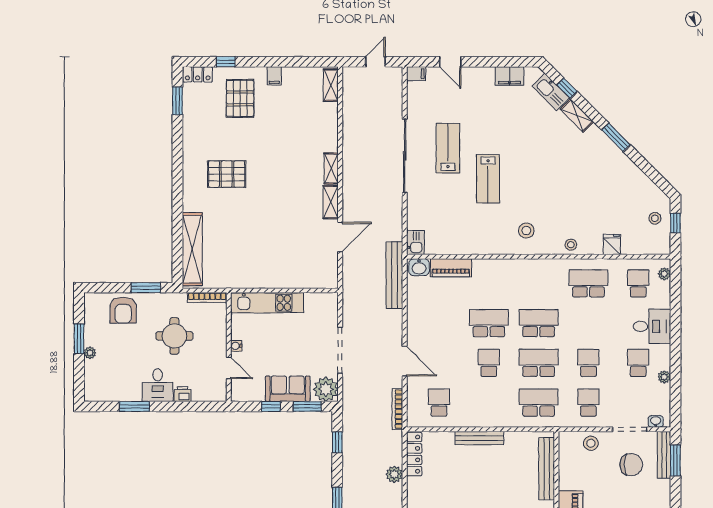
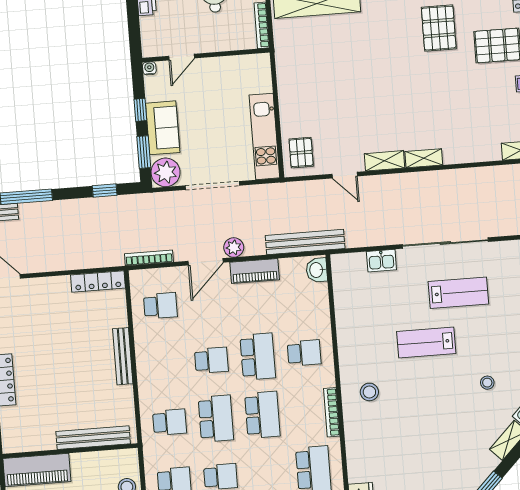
pallet: (227, 174) -> (439, 28), moved
door: (340, 237) -> (345, 175), width x0.73
kitchen sink: (415, 243) -> (381, 261), moved
stool: (571, 245) -> (487, 383), moved
bookcase: (541, 264) -> (332, 412), added
piano: (451, 268) -> (255, 271), moved, turned -90
pallet: (318, 273) -> (301, 153), added
school desk: (489, 283) -> (304, 353), added
kitchen unit: (267, 303) -> (264, 136), moved
water cooler: (236, 346) -> (149, 68), moved
school desk: (539, 403) -> (170, 422), width x0.54
plant: (394, 474) -> (234, 247), moved

